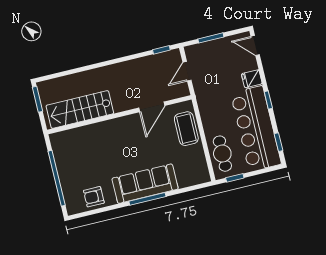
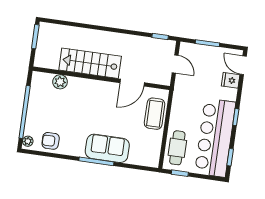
door: (187, 71) -> (175, 64), swing flipped
fridge: (252, 79) -> (231, 80), moved
stairs: (80, 110) -> (90, 63), moved
plant: (80, 134) -> (60, 82), added
sofa: (145, 184) -> (107, 148), width x0.73
plant: (71, 206) -> (28, 141), added

